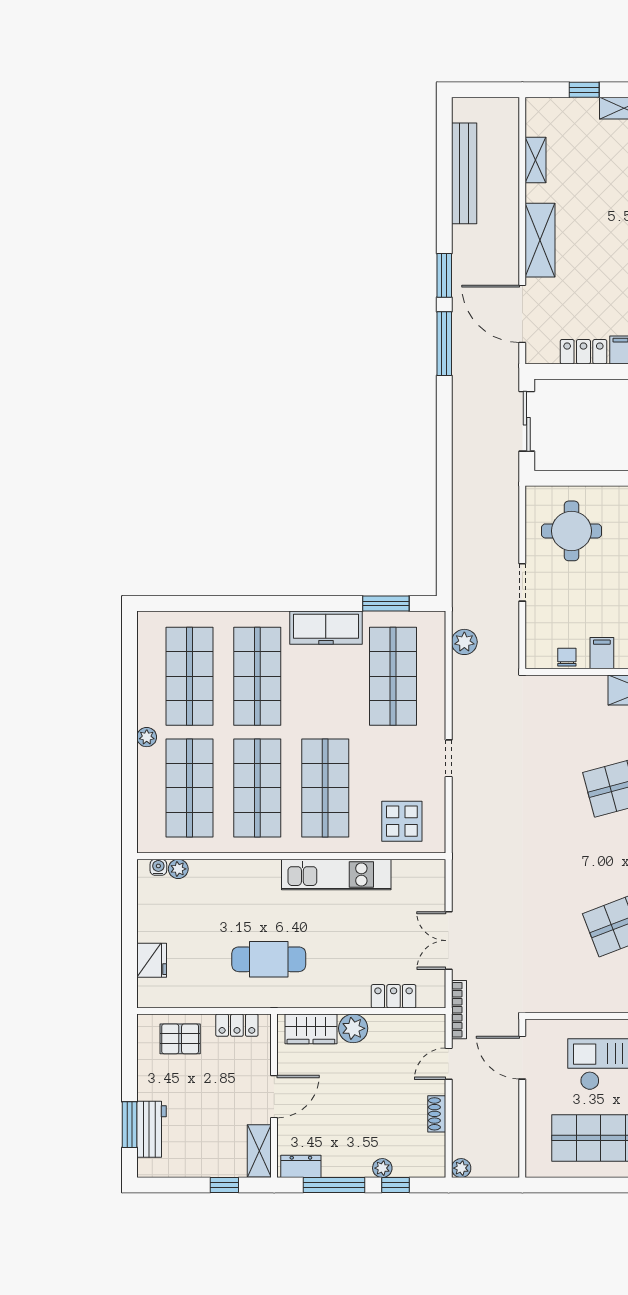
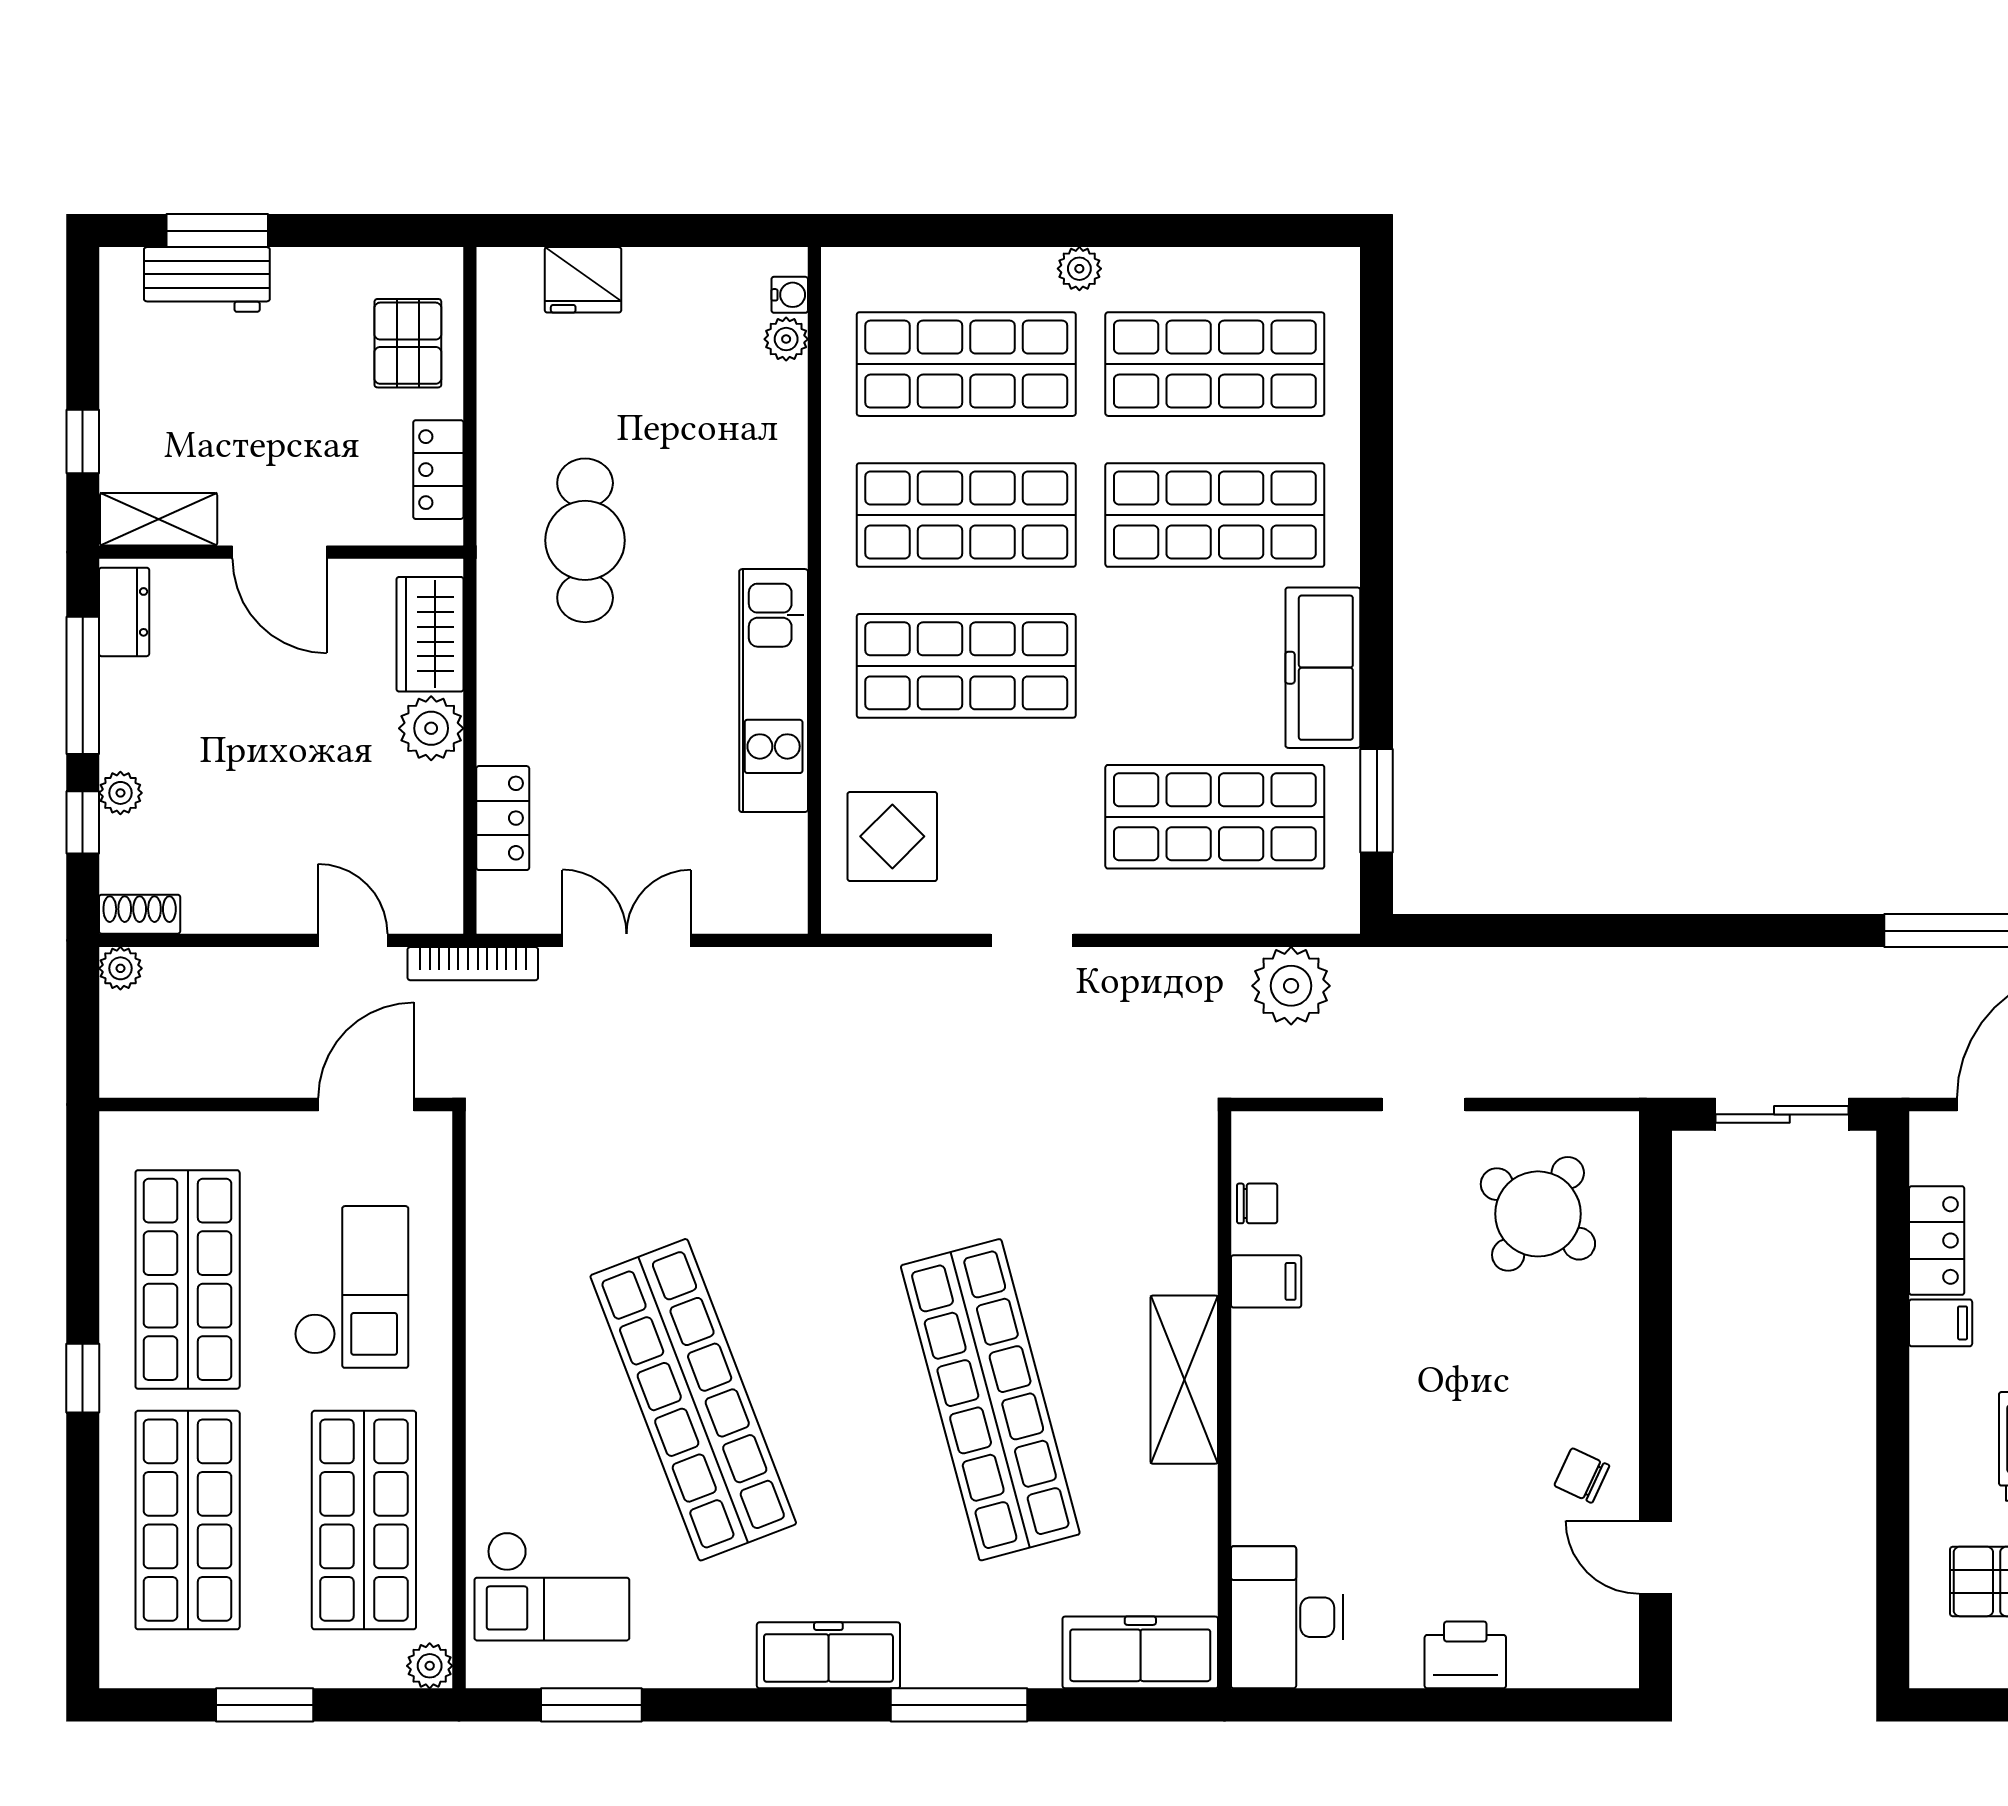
round table: (571, 531) -> (1538, 1214), turned 36
plant: (464, 642) -> (1291, 986), width x1.36, depth x1.36
shoe rack: (437, 1114) -> (140, 914), moved

